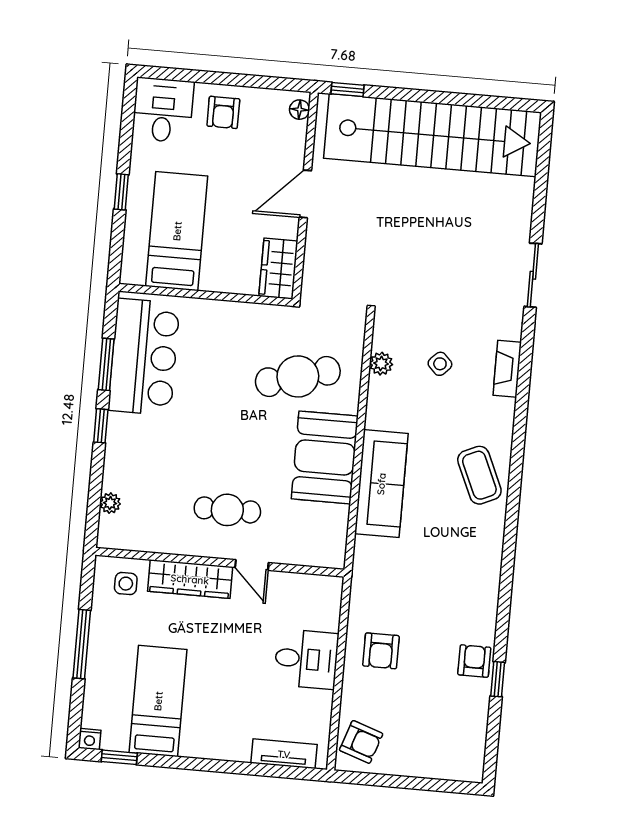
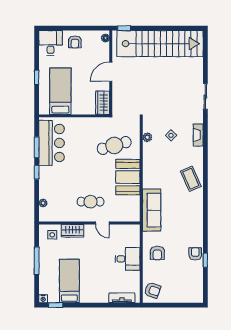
sofa: (381, 484) -> (152, 210), moved
wardrobe: (190, 579) -> (72, 231), width x0.67

